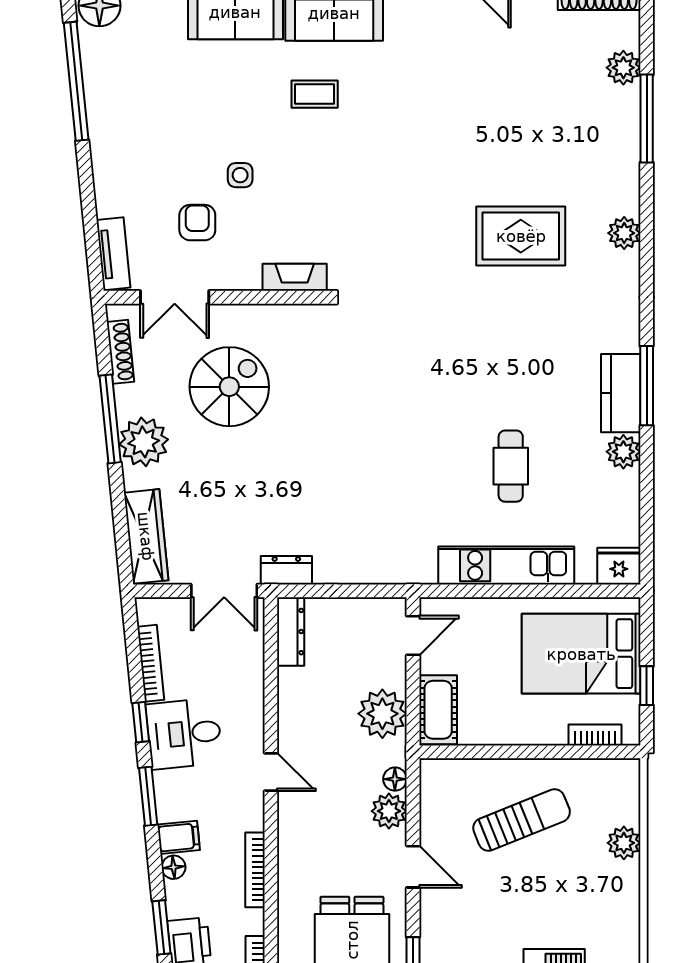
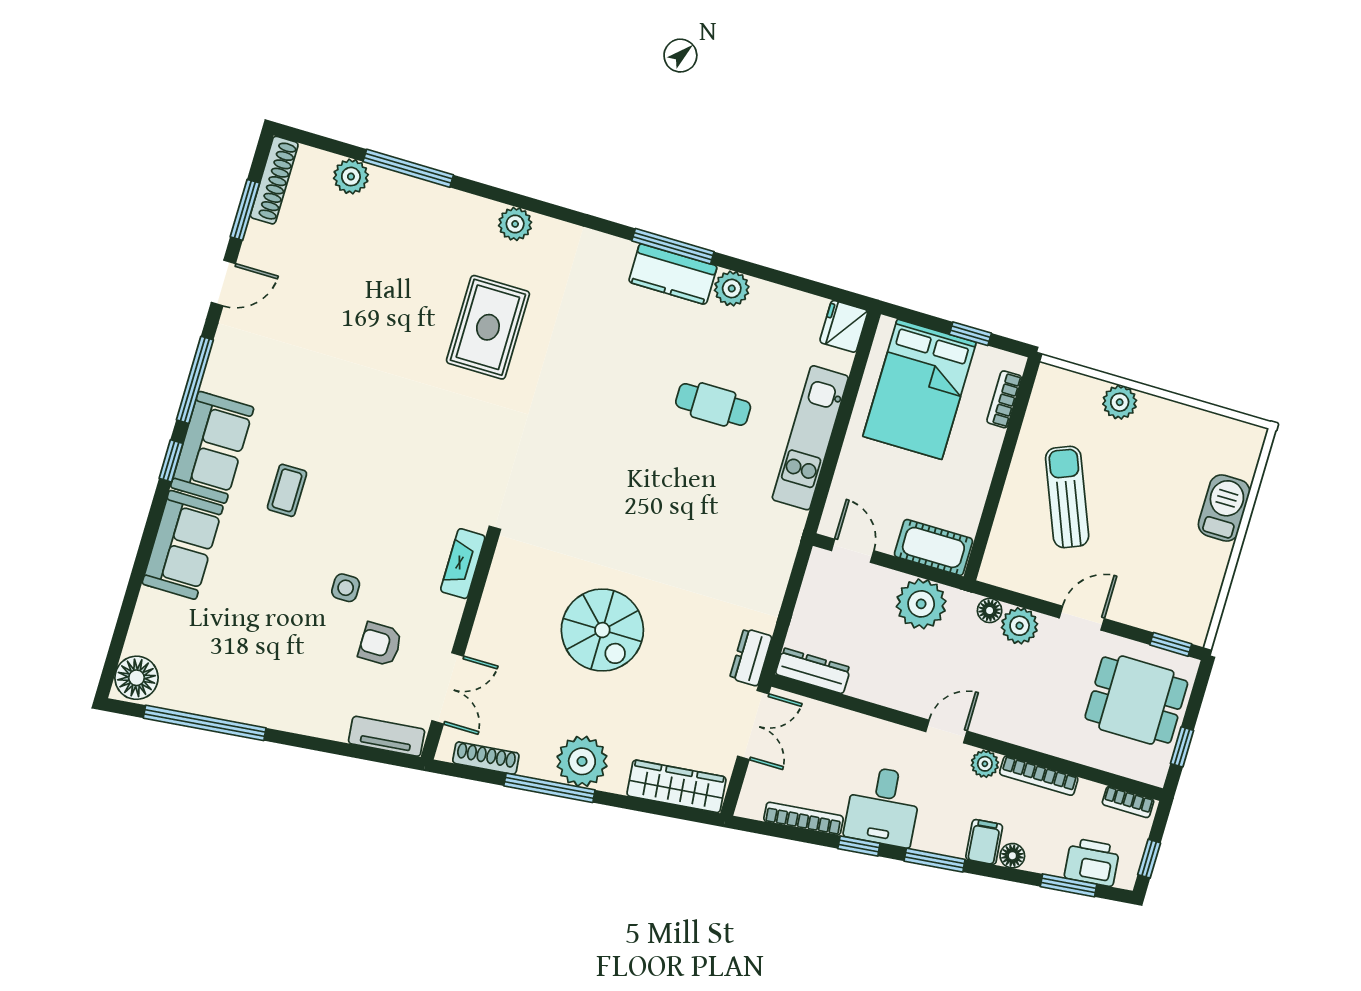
spiral stairs: (229, 387) -> (602, 630), moved, turned 180
plant: (251, 817) -> (985, 764), added

